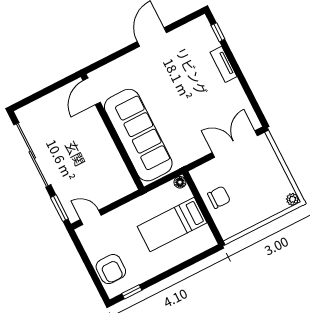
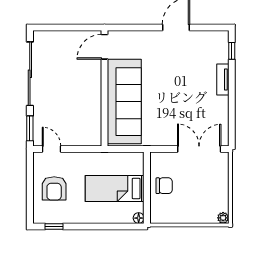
floor lamp: (180, 182) -> (139, 218), moved
armchair: (111, 269) -> (54, 188), moved

